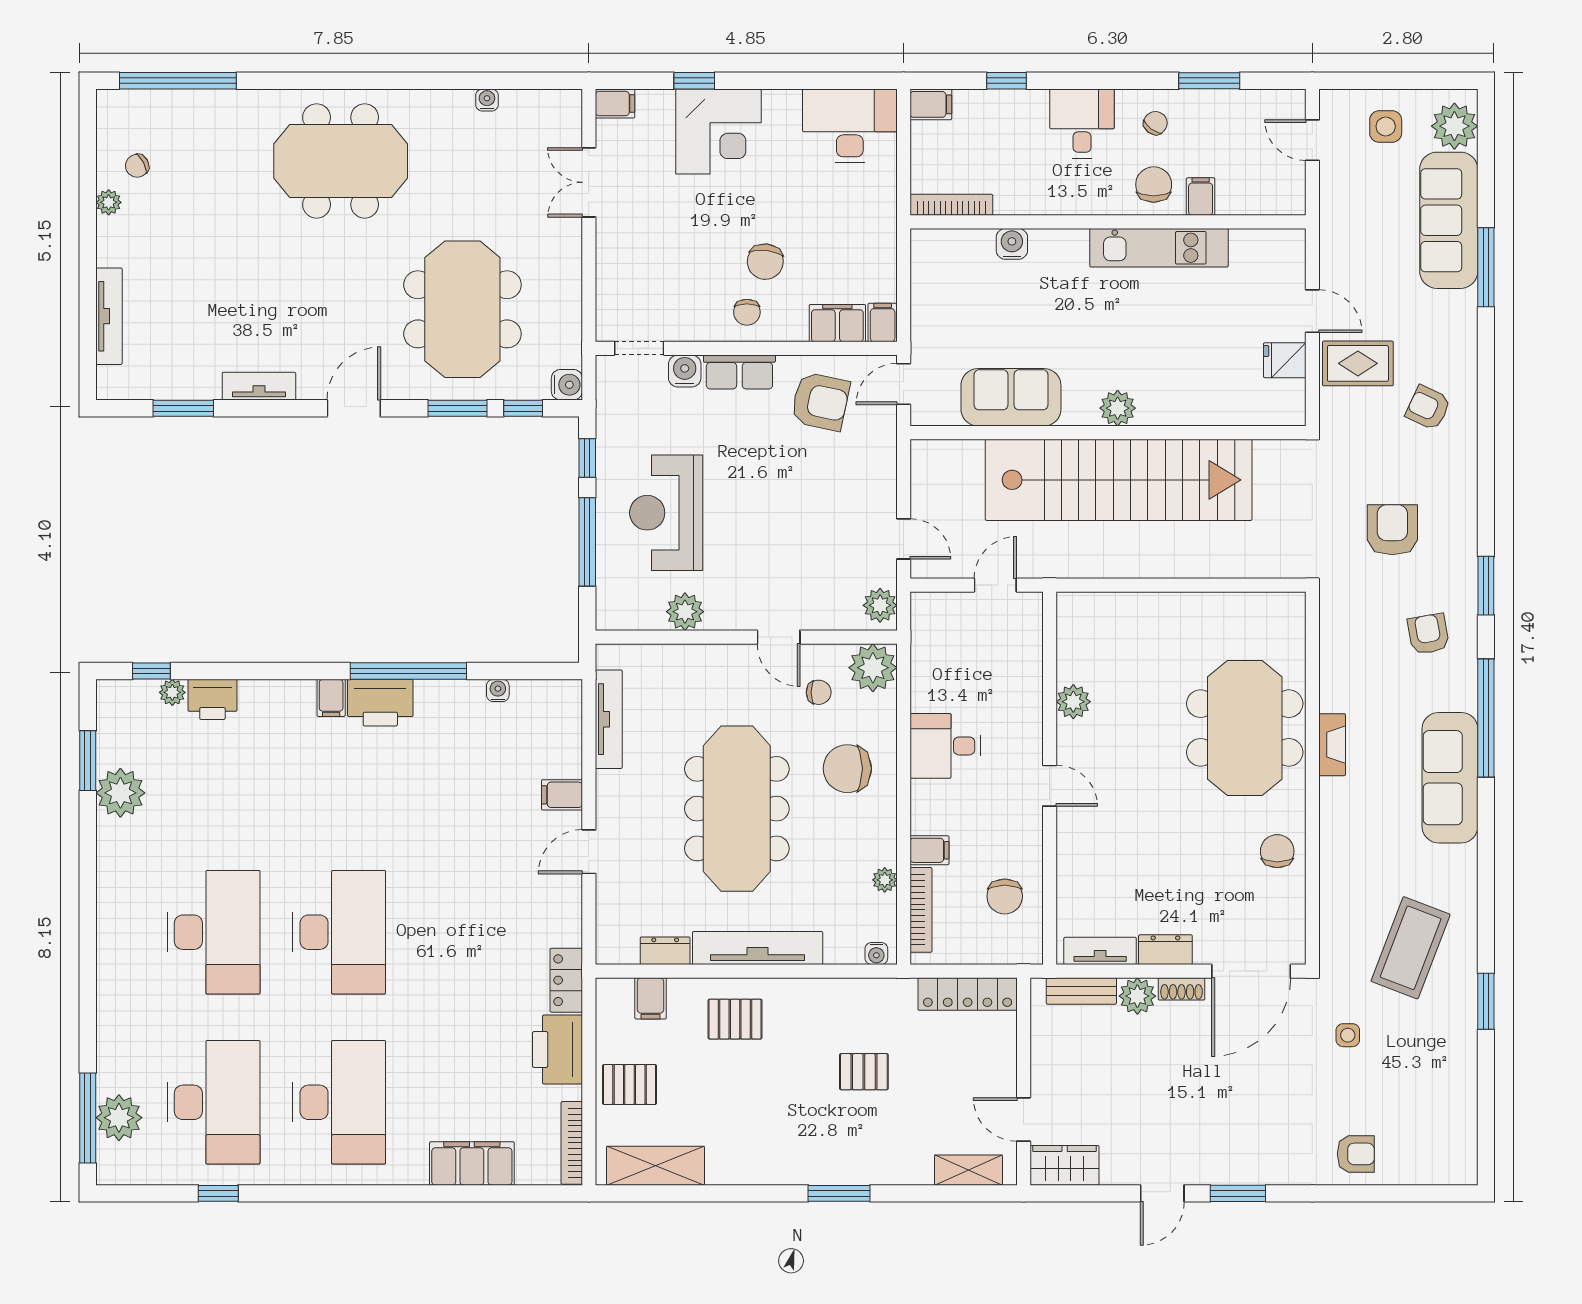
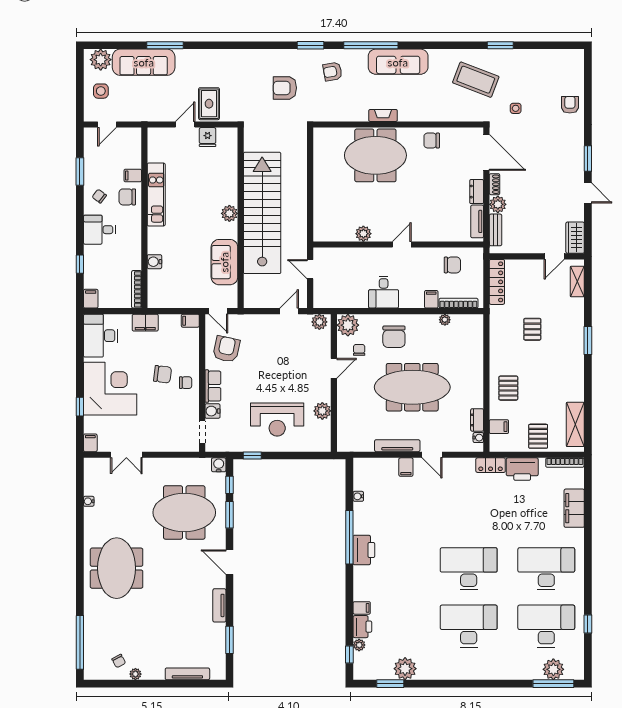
corner desk: (718, 131) -> (110, 389), width x1.36, depth x1.36
filing cabinet: (837, 323) -> (145, 323), moved, turned -90
armchair: (1428, 408) -> (229, 72), removed
window: (587, 542) -> (290, 456), removed
filing cabinet: (331, 698) -> (362, 608), moved
tv unit: (609, 719) -> (397, 446), moved
tv unit: (758, 948) -> (476, 378), removed
water cooler: (876, 953) -> (478, 438), moved

